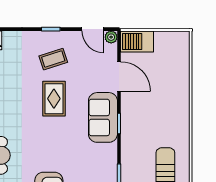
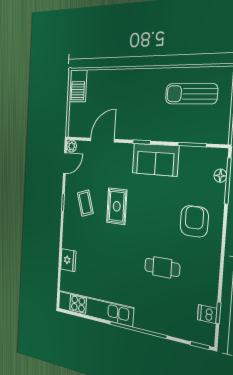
barbecue: (137, 41) -> (78, 86), moved
rug: (54, 99) -> (117, 206), turned 90
sofa: (103, 117) -> (155, 160), moved

